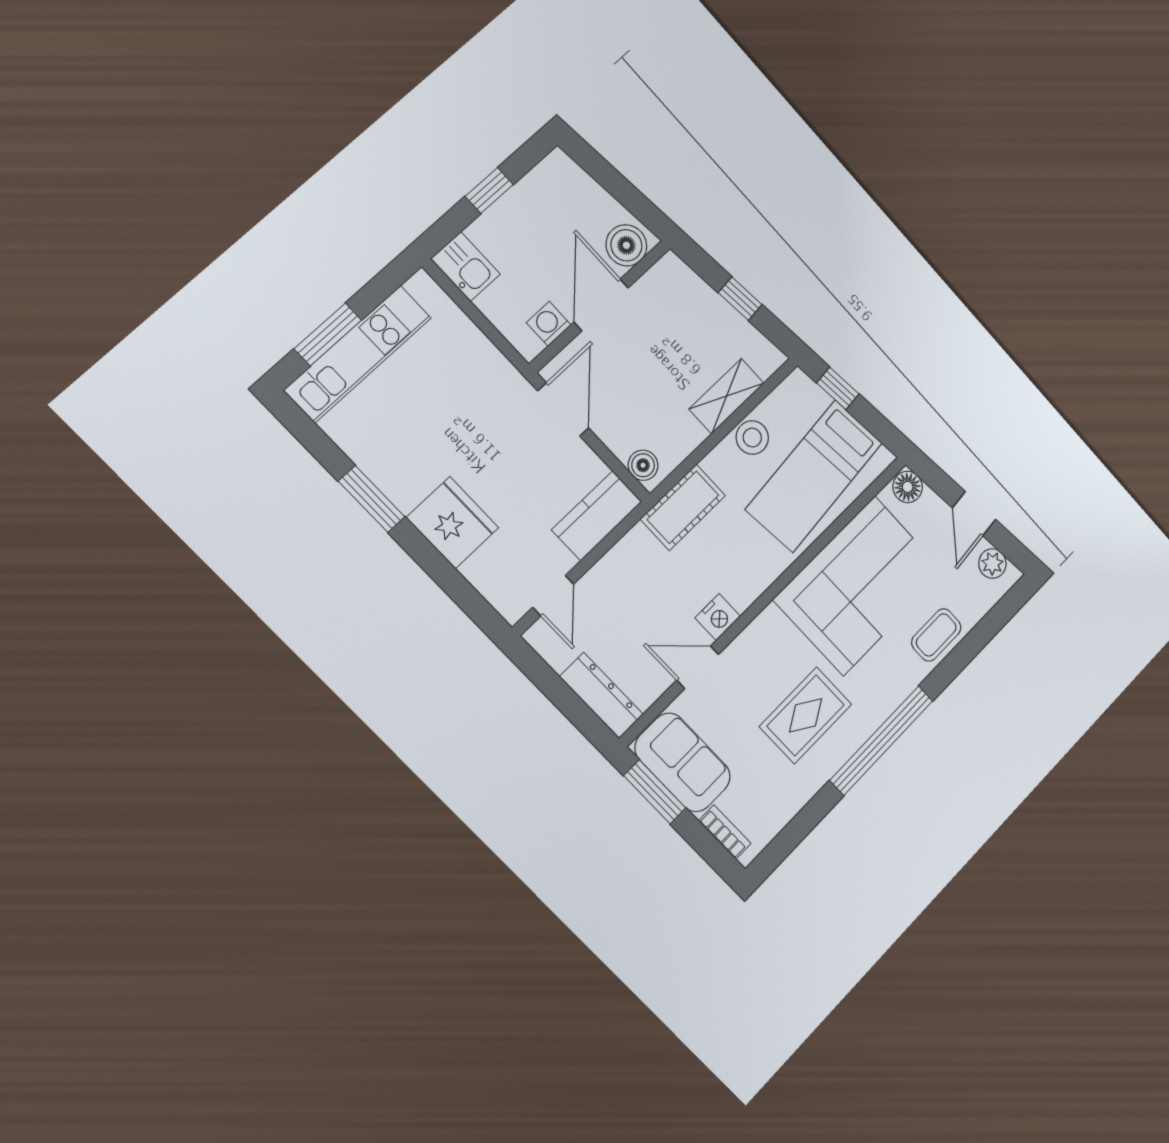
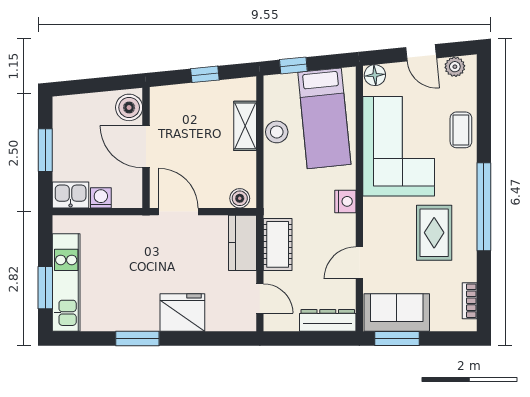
window: (489, 190) -> (45, 150), width x1.50
washing machine: (549, 324) -> (101, 198), moved, turned 90
cot: (683, 507) -> (278, 244), moved
nightstand: (718, 617) -> (345, 201), moved
bookcase: (725, 832) -> (470, 301), moved, turned -90

